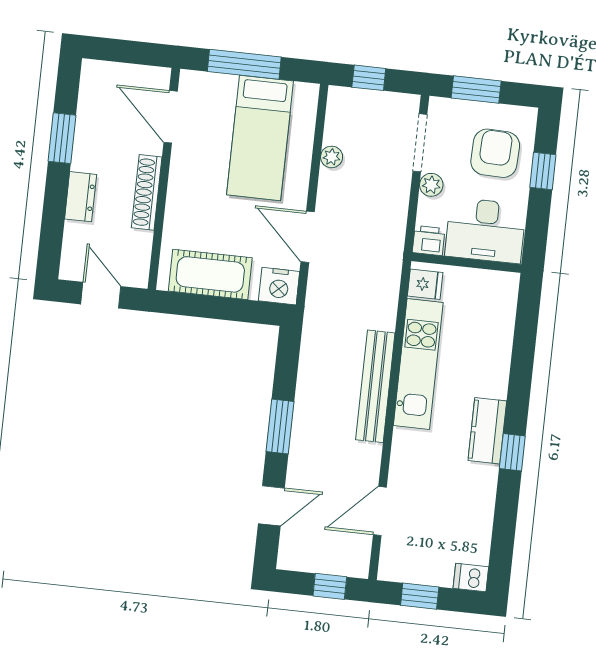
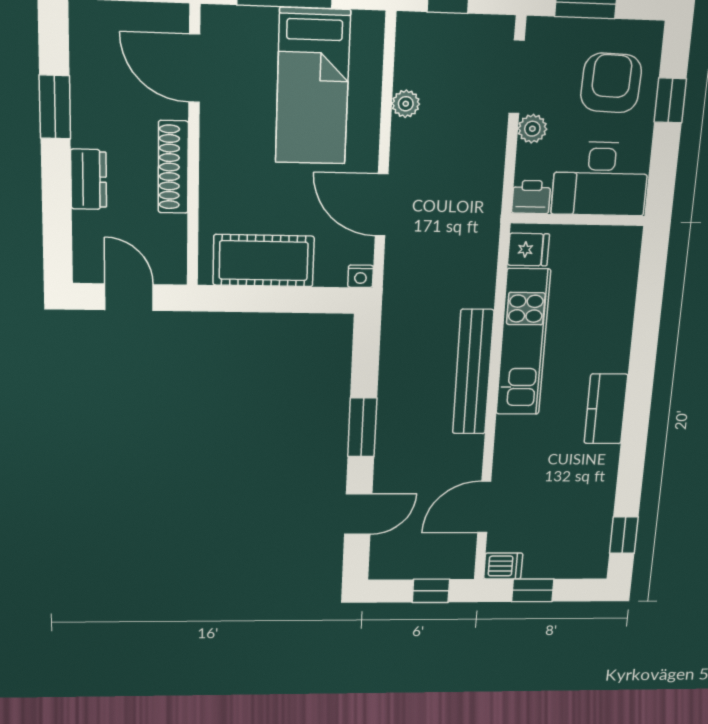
nightstand: (279, 286) -> (361, 276), width x0.53, depth x0.56
window: (512, 452) -> (624, 535), moved
dishwasher: (471, 578) -> (503, 566), moved, turned 180

